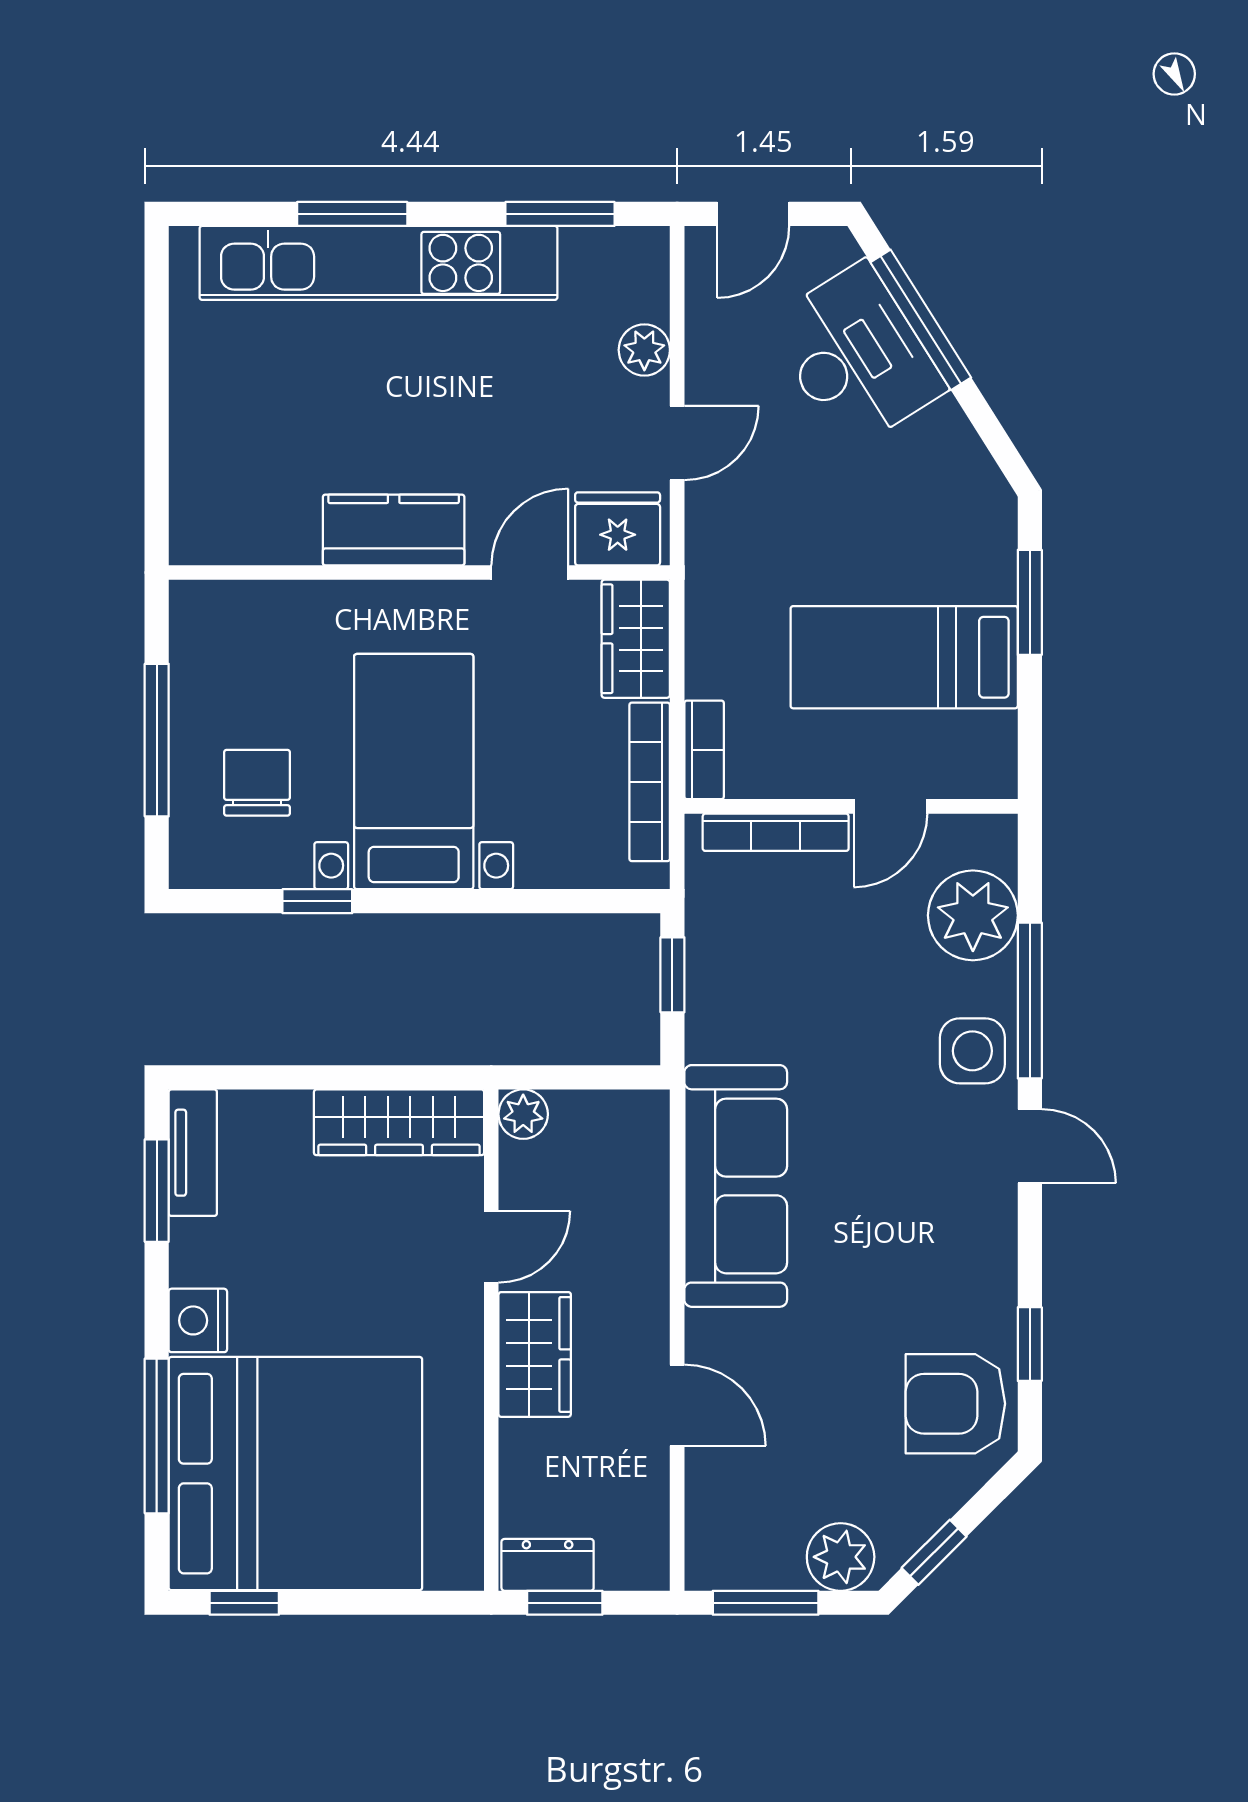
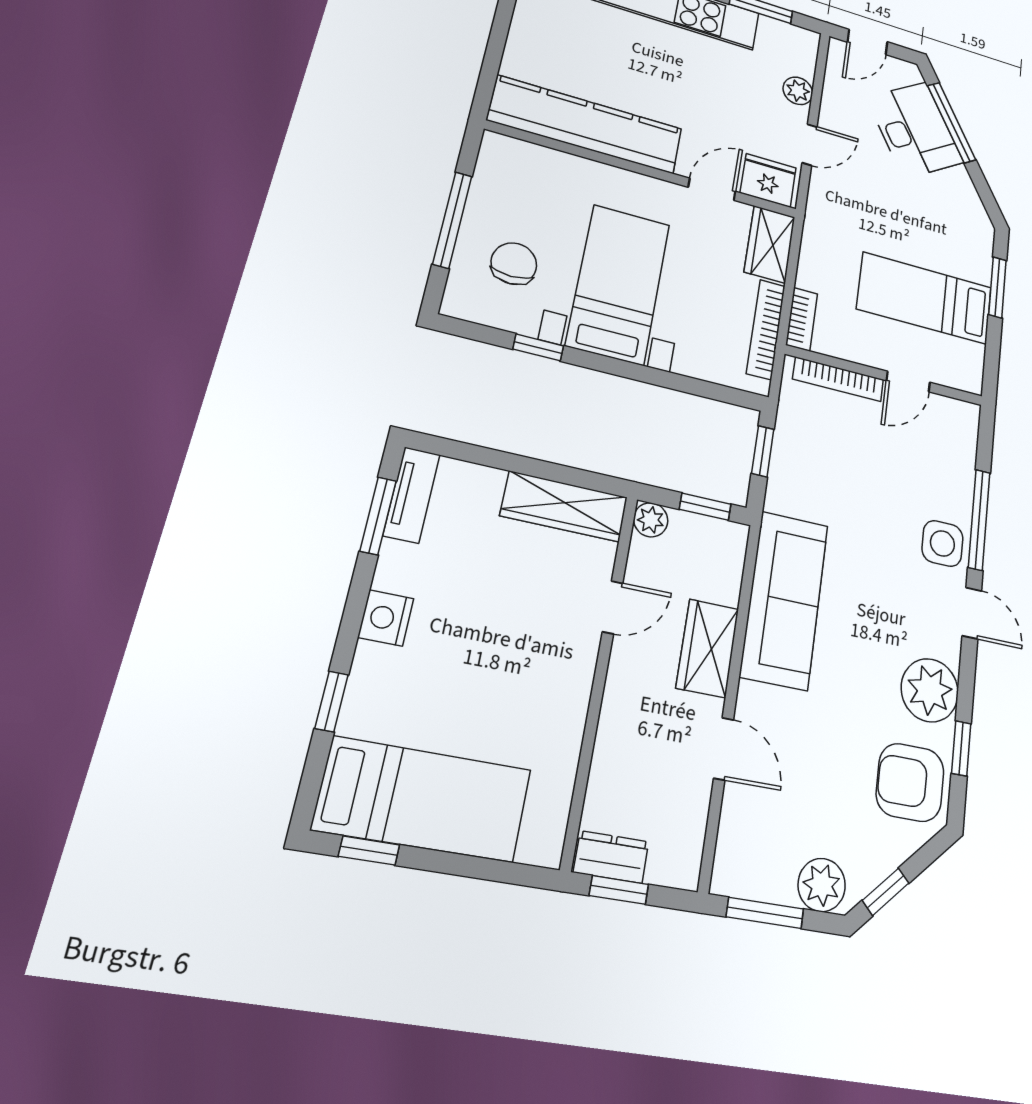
kitchen counter: (394, 530) -> (586, 125), width x2.08, depth x1.17
plant: (973, 915) -> (930, 690), moved
window: (599, 1077) -> (705, 507), added
wardrobe: (535, 1354) -> (708, 648), moved, turned 180
window: (157, 1436) -> (331, 701), width x0.46
bed: (295, 1474) -> (423, 799), width x0.49

